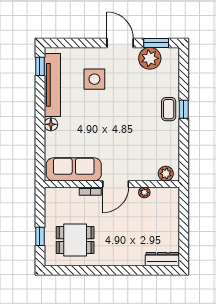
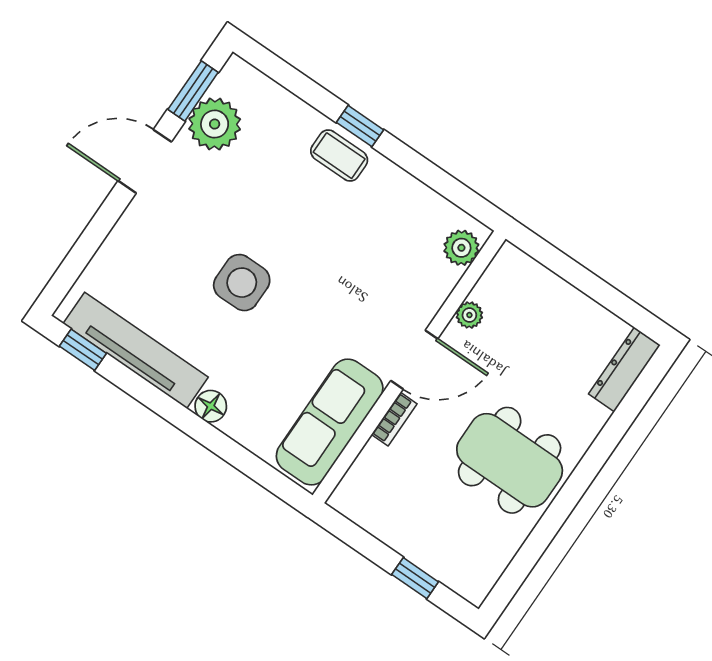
side table: (94, 79) -> (242, 283), moved
door: (116, 184) -> (414, 360), hinge flipped
dining table: (75, 240) -> (510, 460), moved, width x1.38

